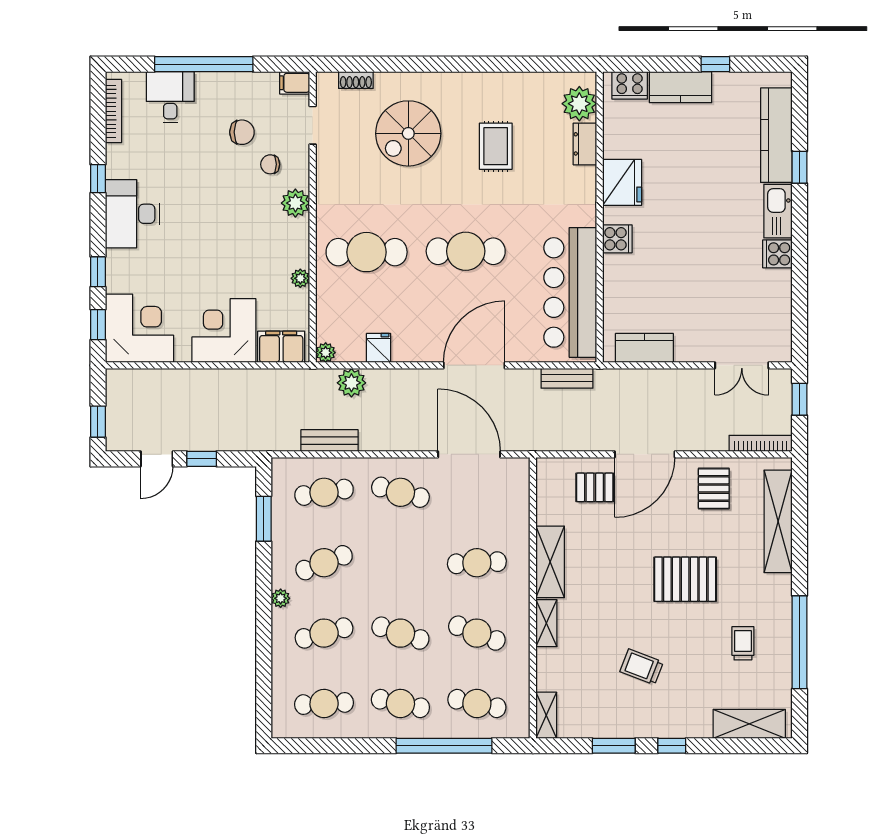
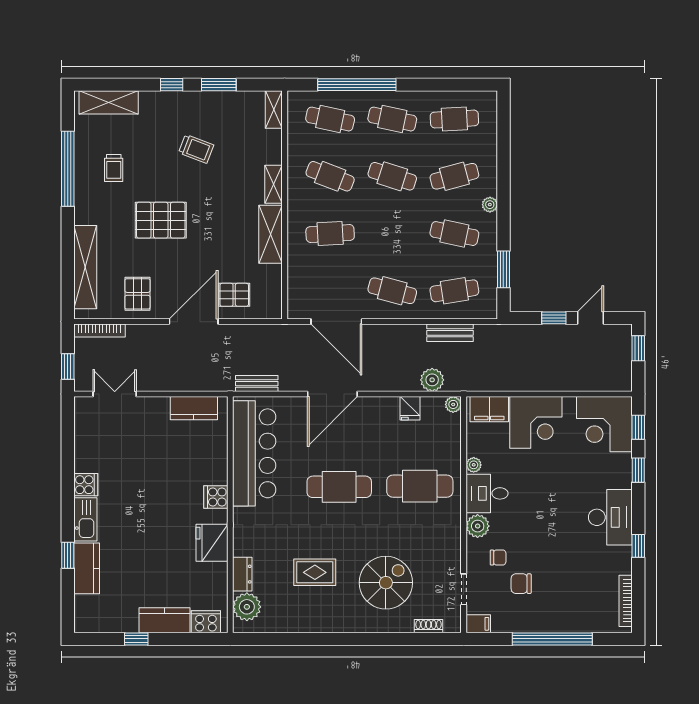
desk: (170, 97) -> (487, 493), moved, turned 90
kitchen counter: (776, 135) -> (87, 568), width x0.67
rug: (496, 146) -> (315, 572), turned 90
cafe table: (324, 563) -> (454, 234), turned 33

